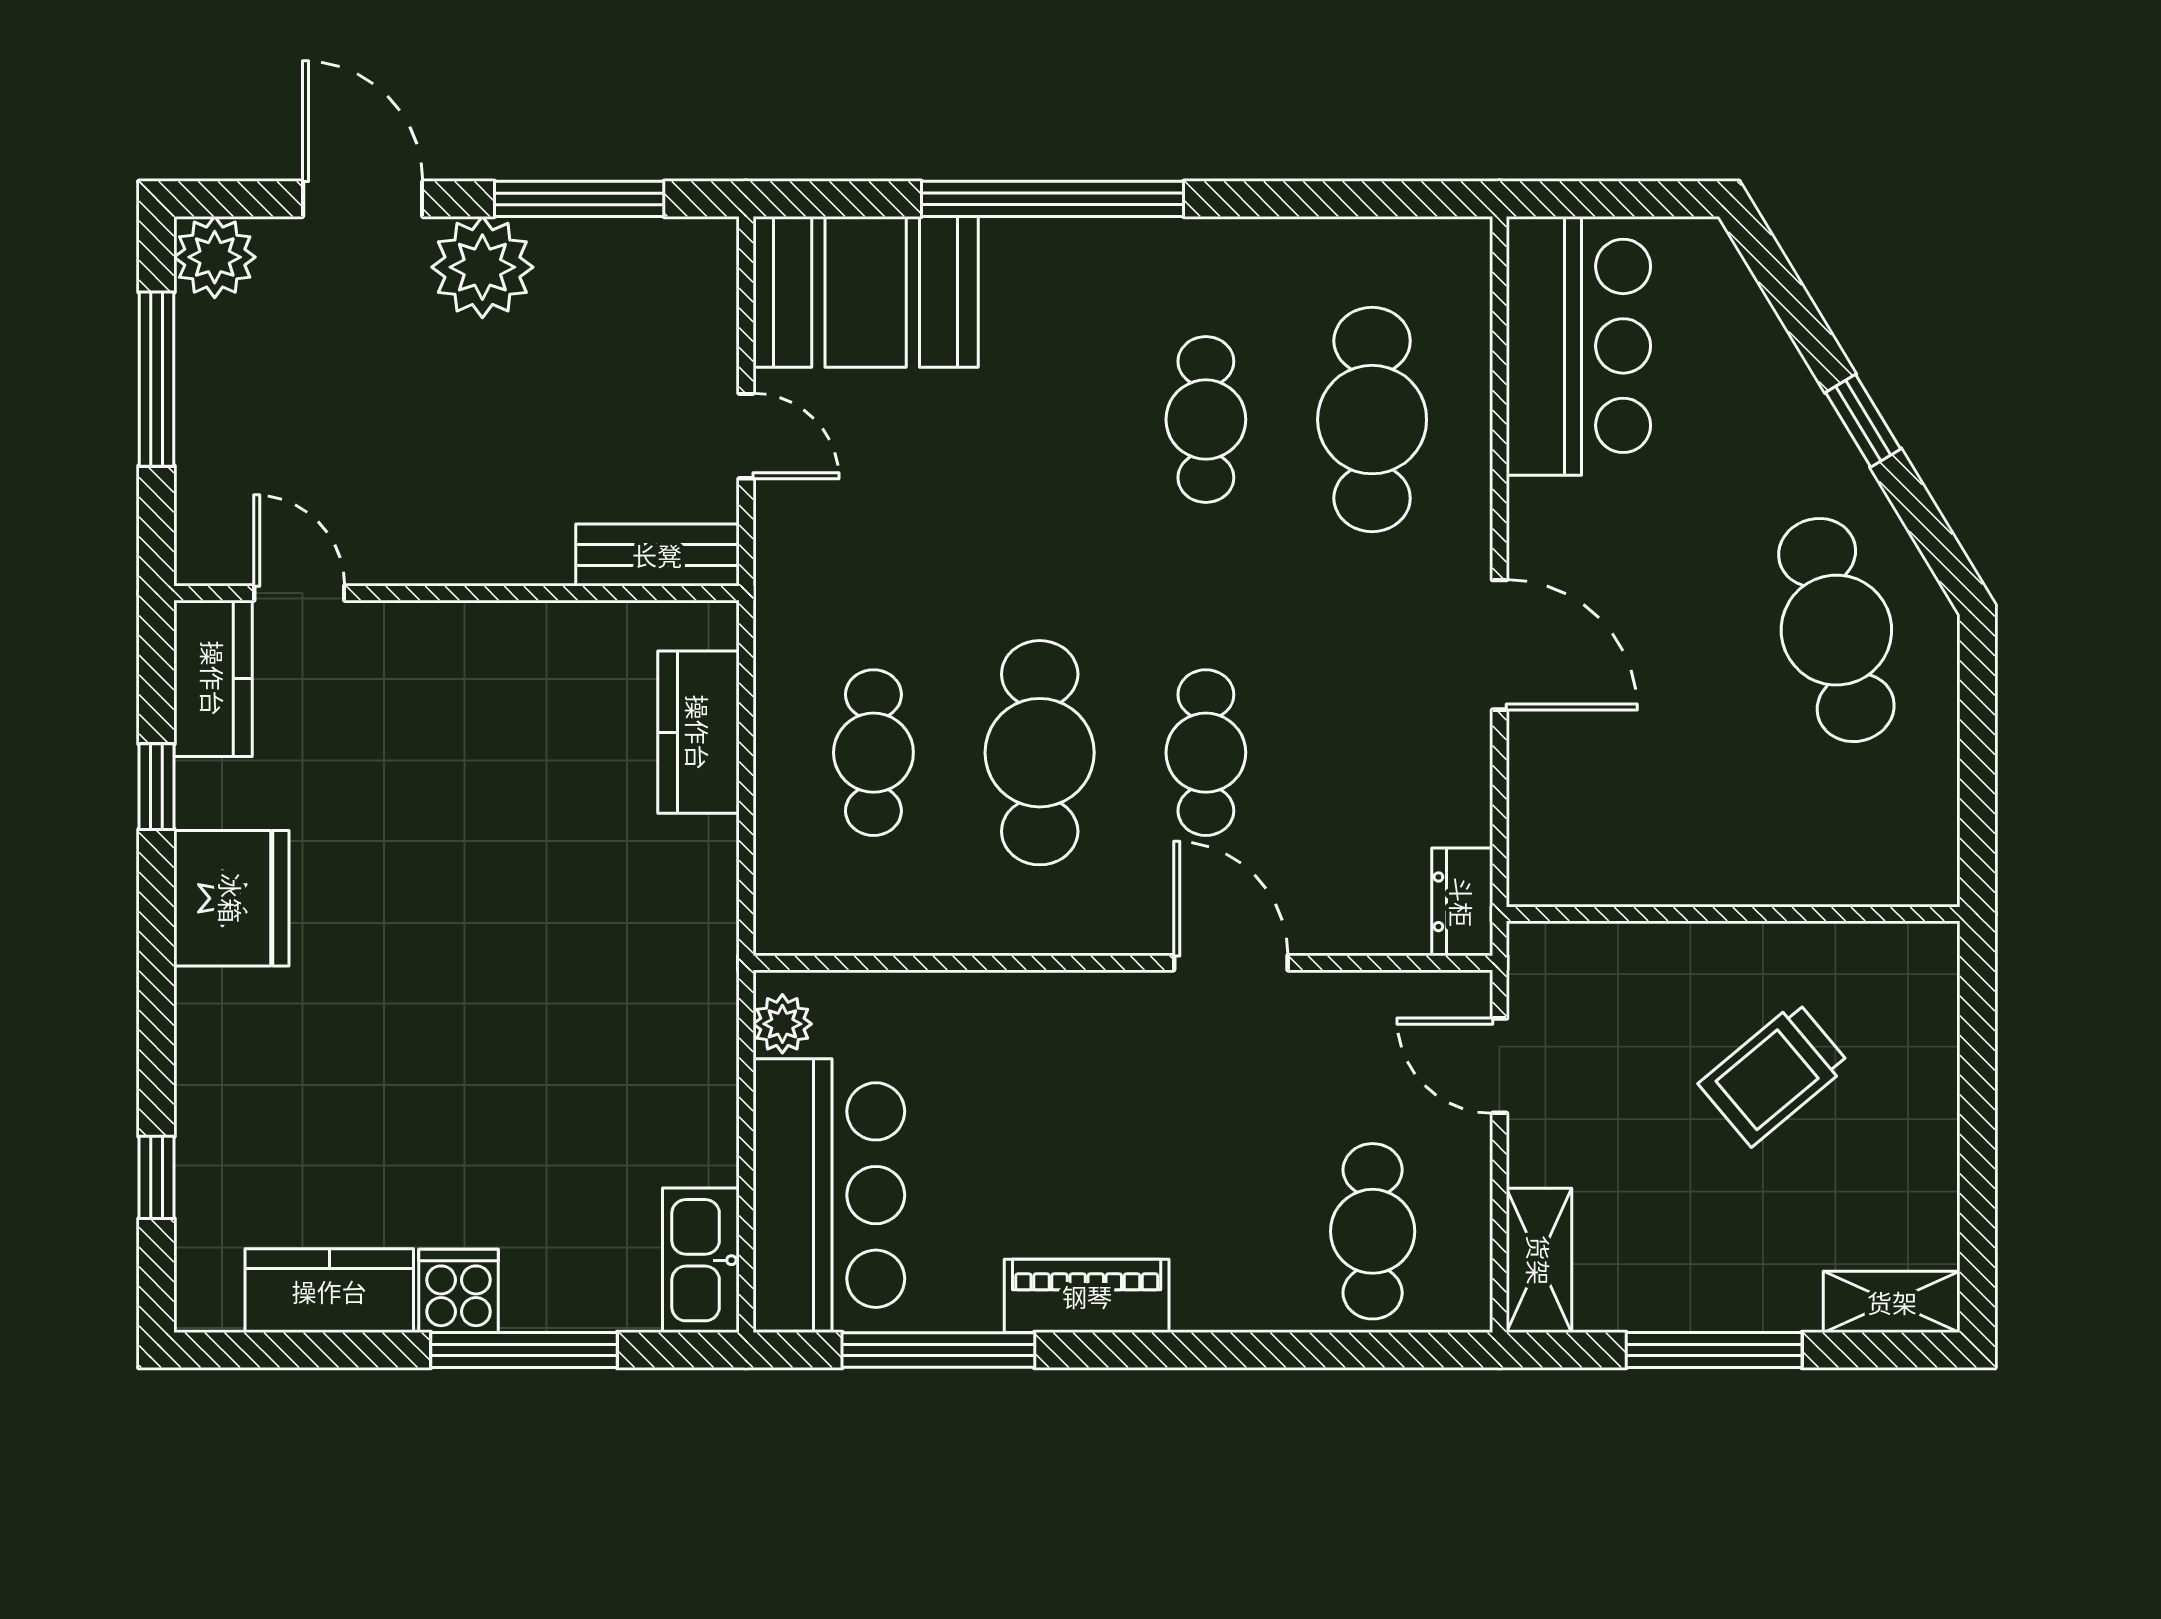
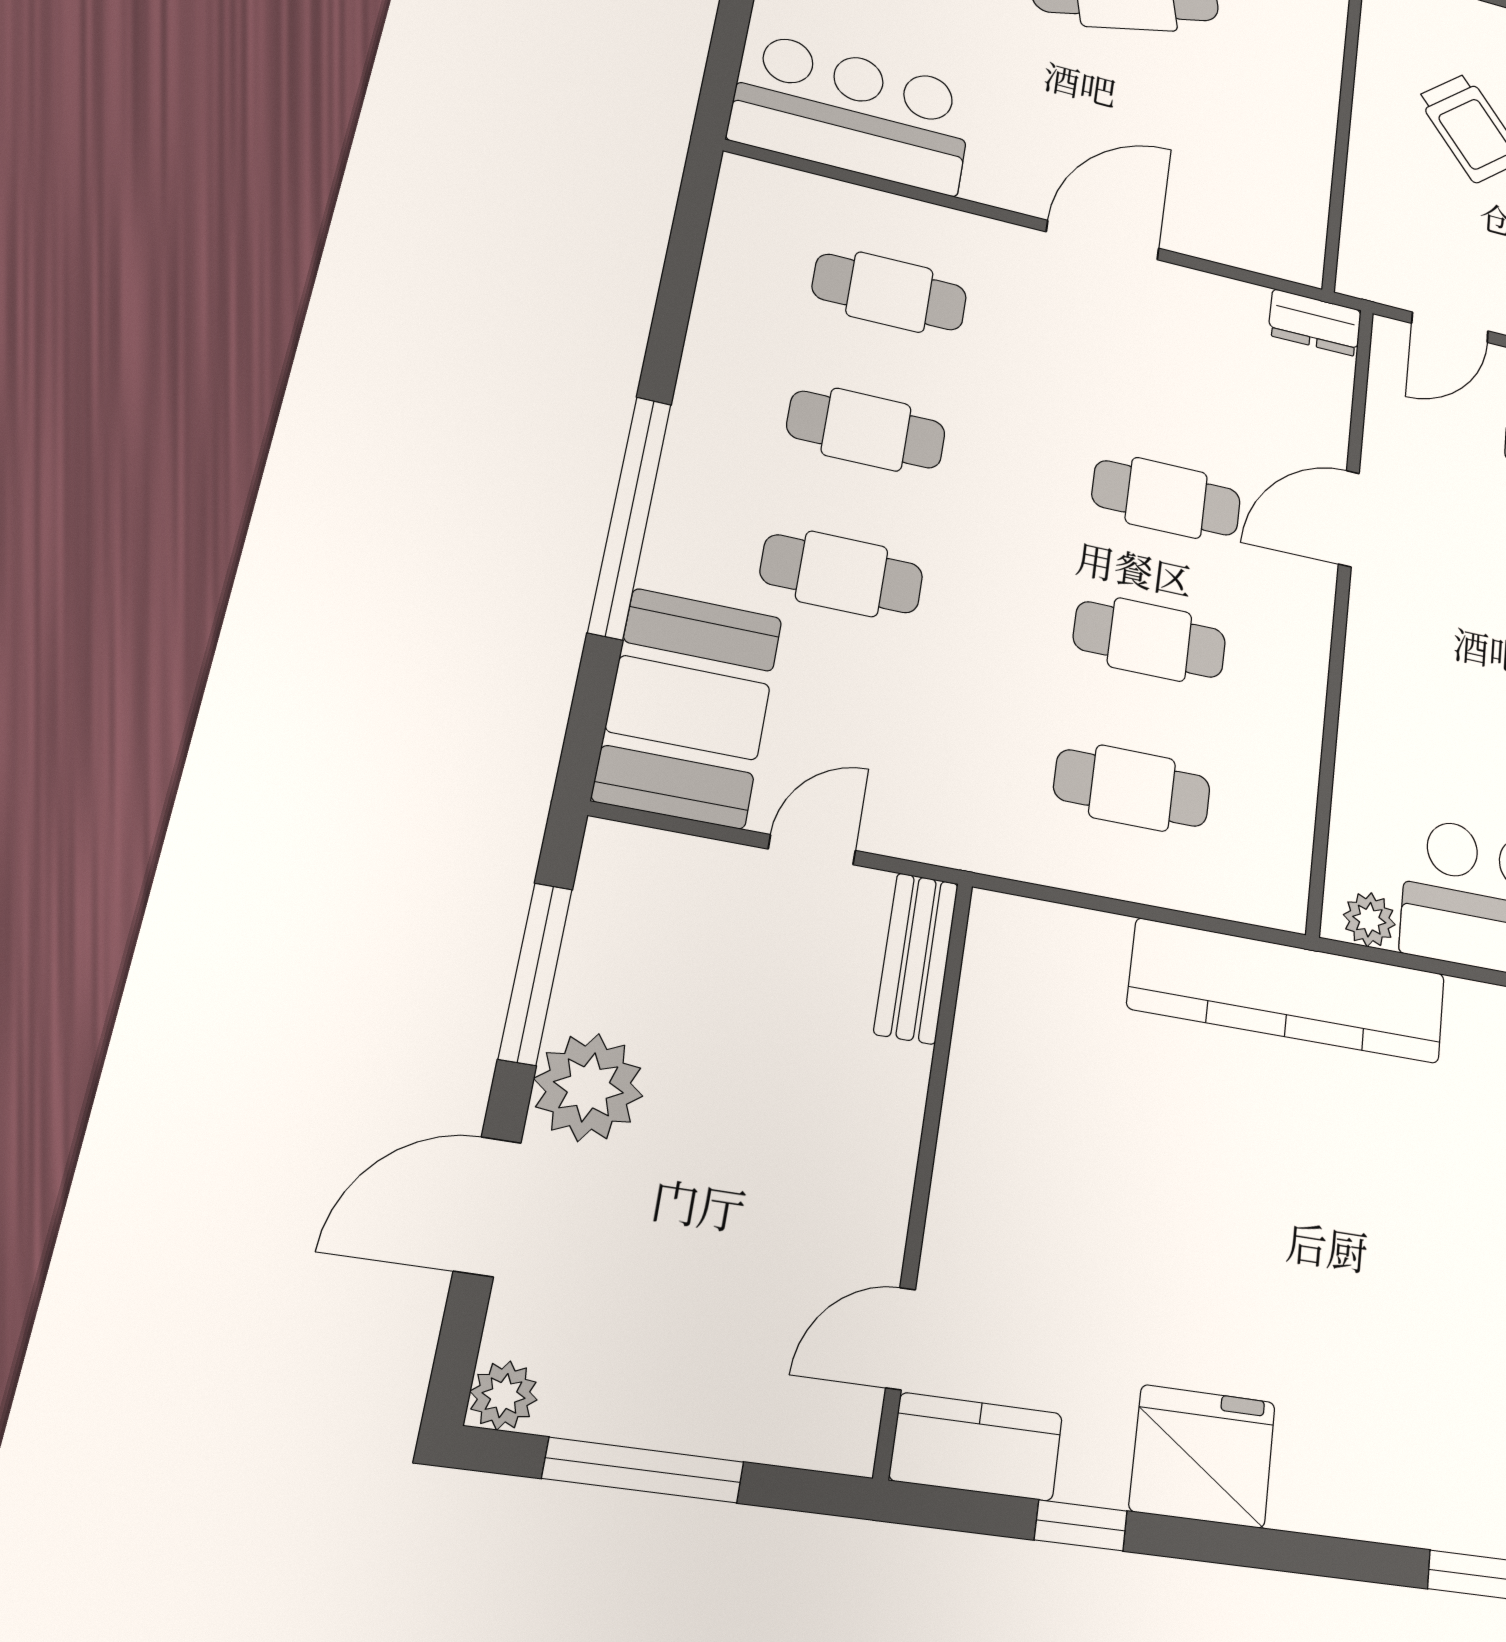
plant: (215, 257) -> (504, 1396), width x0.73, depth x0.73
cafe table: (1040, 420) -> (842, 574), added
cafe table: (1372, 420) -> (890, 292), width x0.73, depth x0.74
kitchen counter: (698, 732) -> (1288, 991), moved, width x2.08, depth x1.17
cafe table: (1040, 753) -> (1150, 640), width x0.73, depth x0.74

